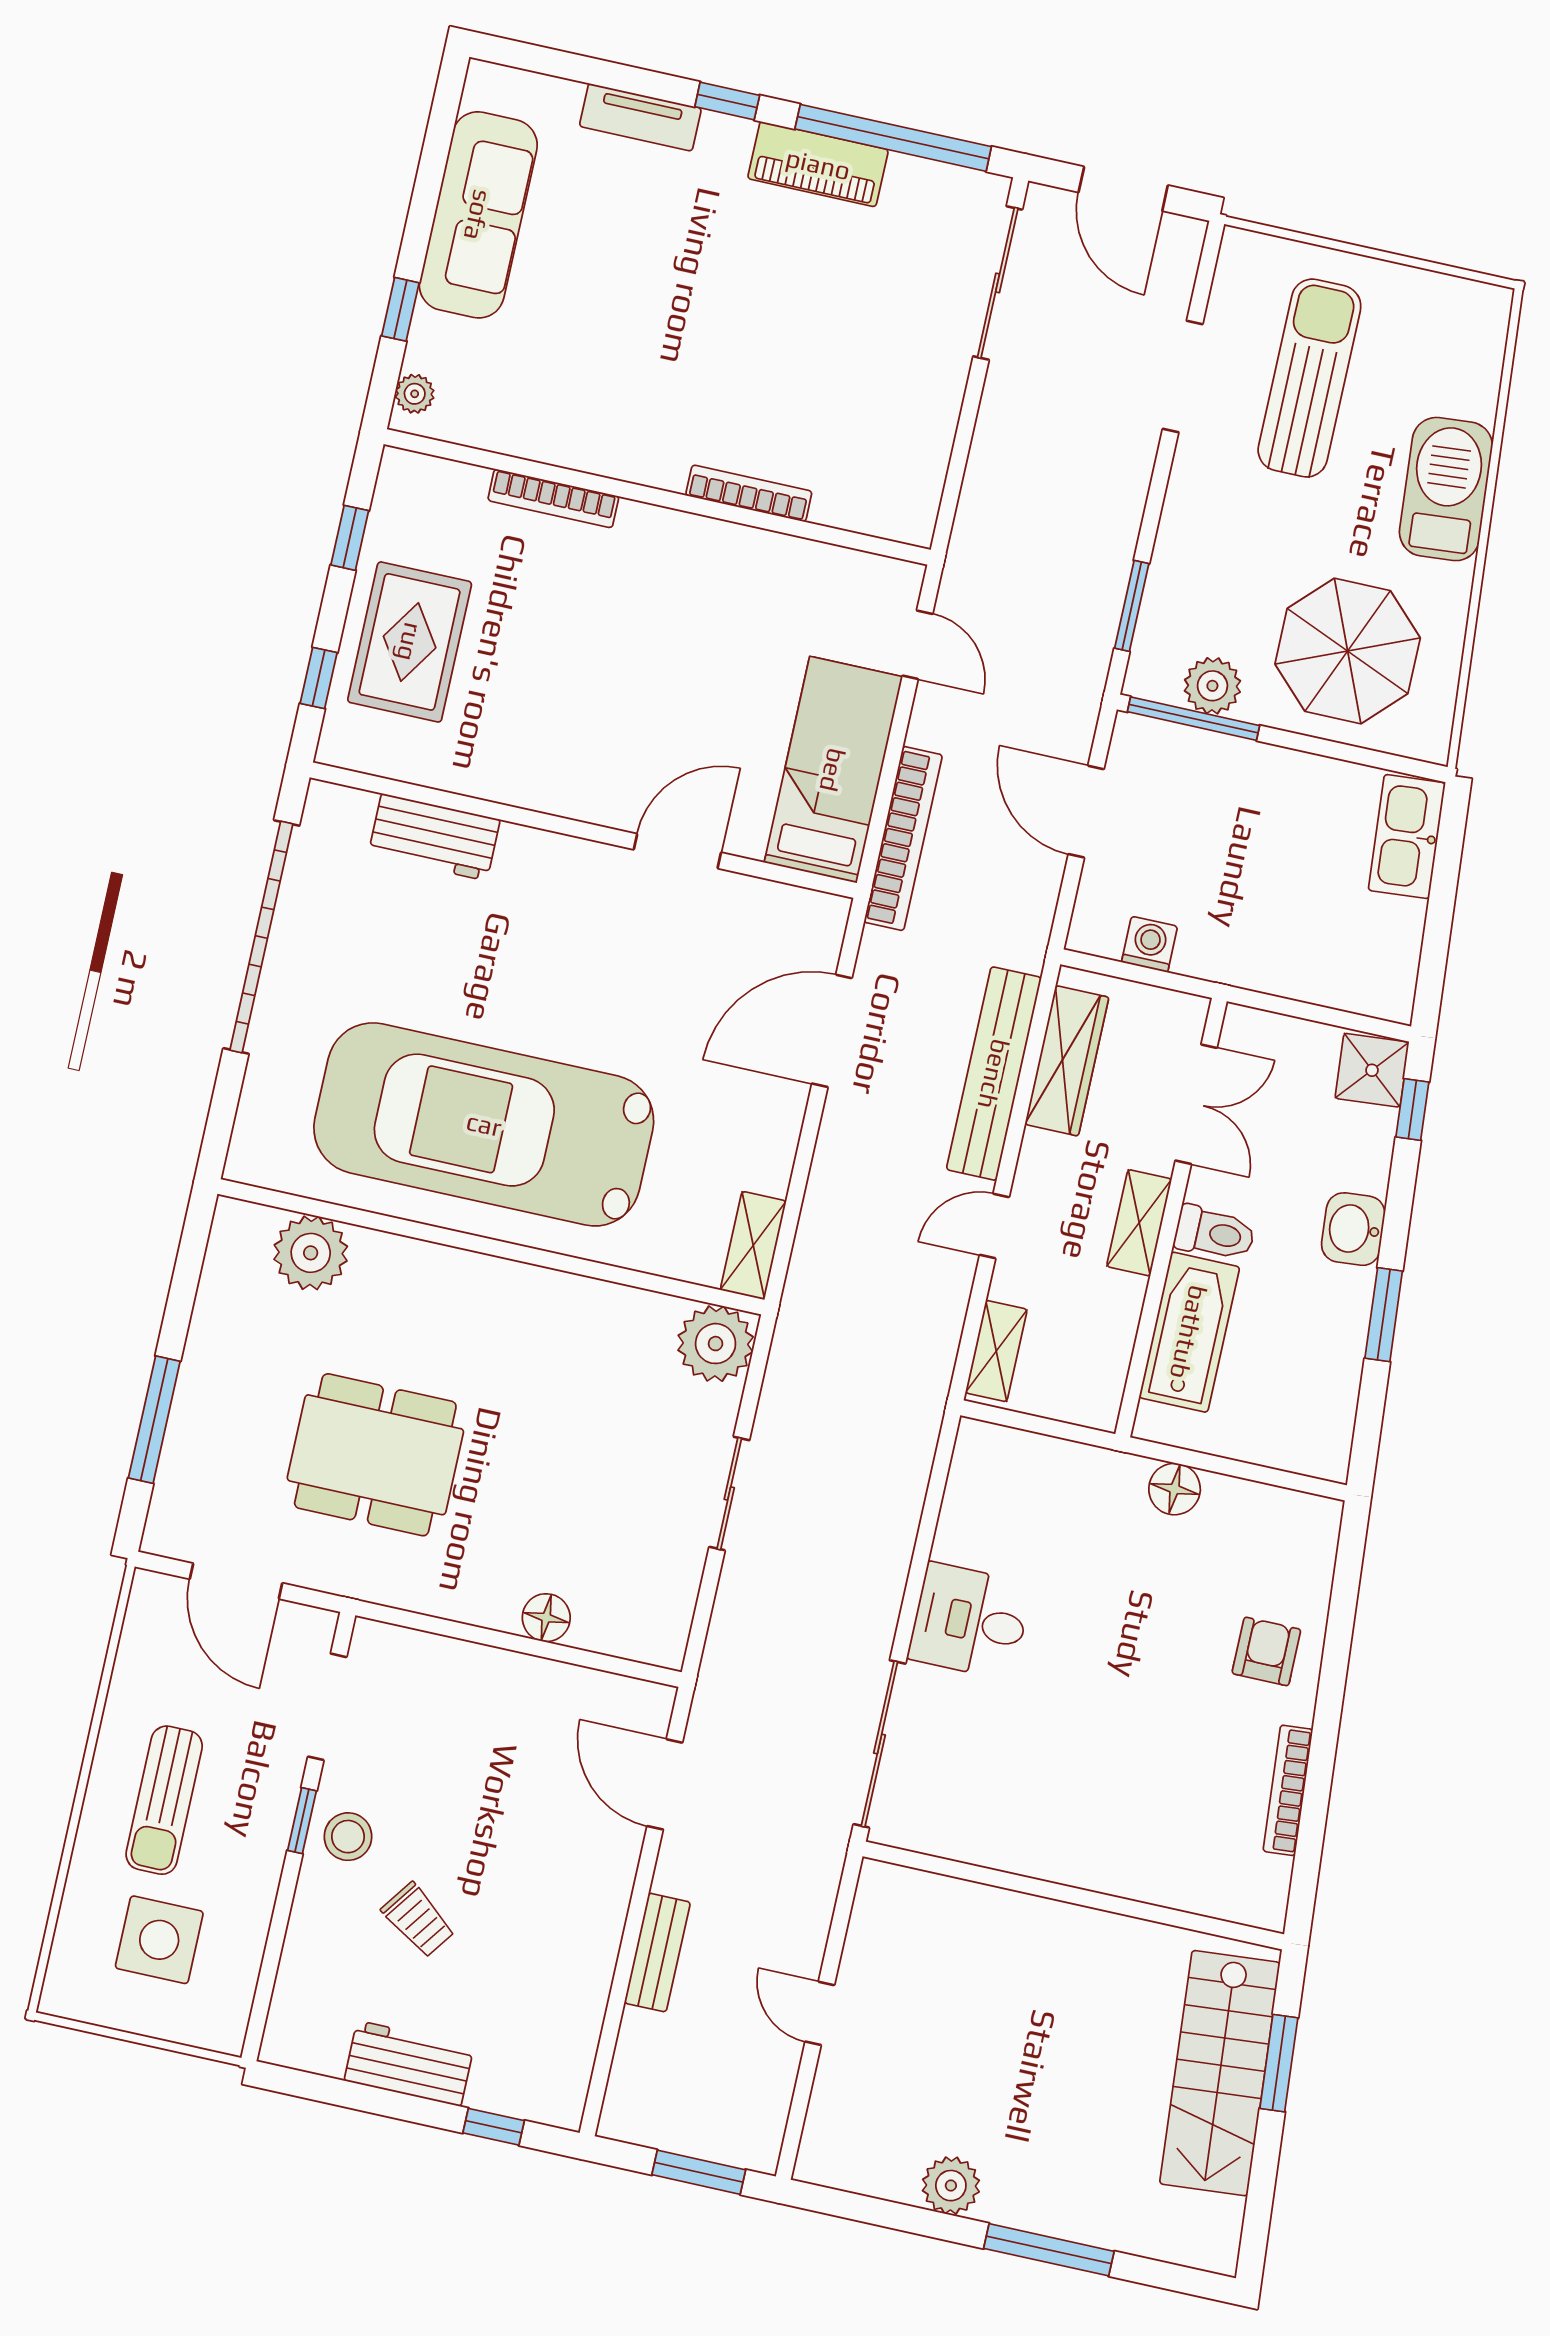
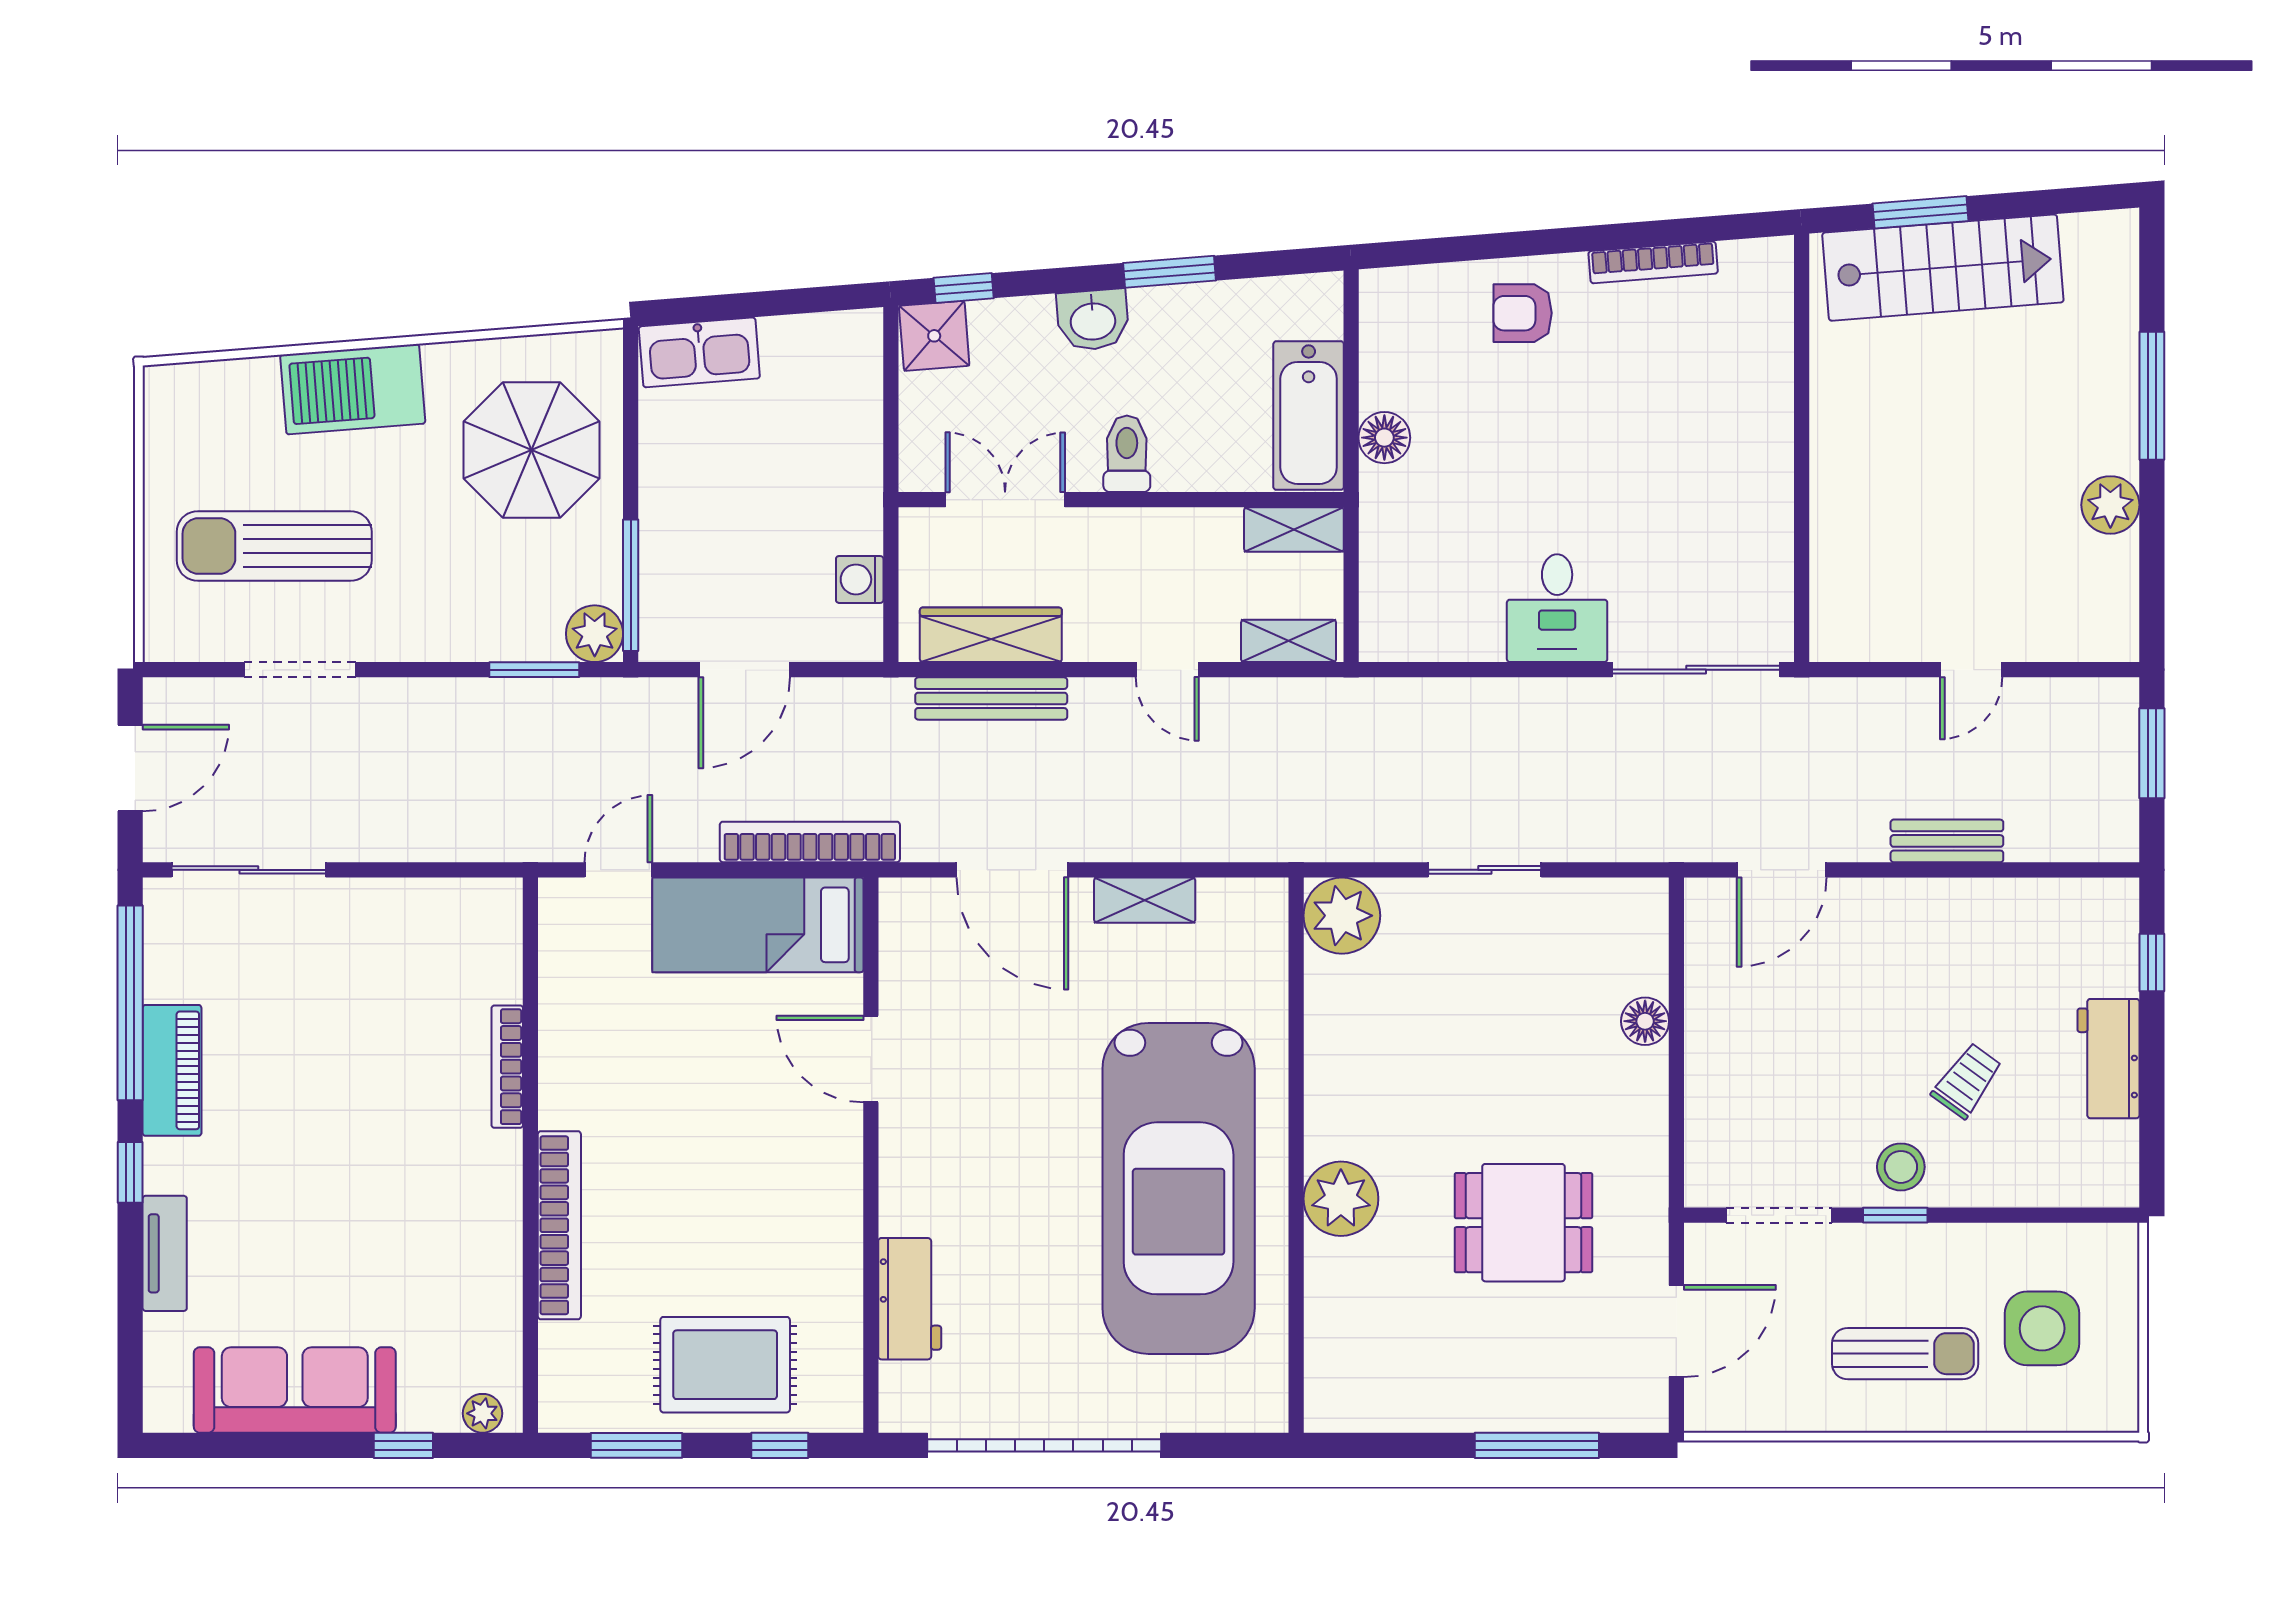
bookcase: (553, 498) -> (559, 1225), width x1.48, depth x1.31
window: (350, 538) -> (637, 1445), width x1.50
plant: (1212, 686) -> (595, 634), moved
bench: (994, 1074) -> (991, 699), width x0.73, depth x0.82
shelving: (1139, 1223) -> (1294, 529), moved
shelving: (753, 1245) -> (1145, 900), moved
plant: (311, 1253) -> (1341, 1199), moved
bathtub: (1189, 1332) -> (1309, 416), moved, turned -90
dining table: (375, 1455) -> (1523, 1223), width x0.73

